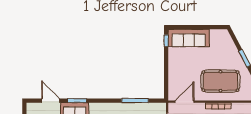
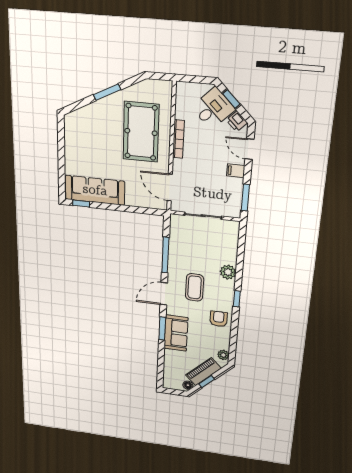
sofa: (189, 38) -> (95, 190), moved, turned -90
door: (51, 101) -> (164, 294), moved

